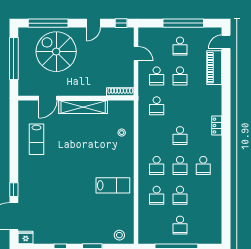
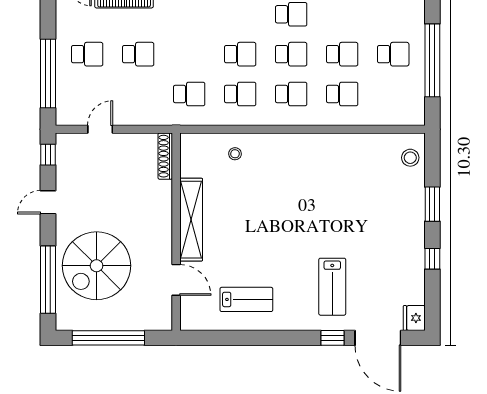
door: (93, 23) -> (48, 202), swing flipped
window: (183, 23) -> (48, 73), moved
school desk: (157, 76) -> (240, 94), moved
lab bench: (113, 185) -> (332, 287), moved, turned 180

